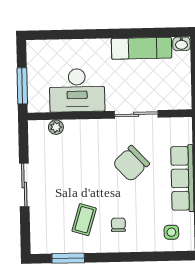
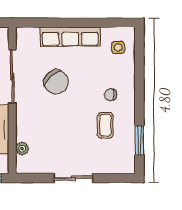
sliding door: (136, 114) -> (12, 77), width x1.37
coffee table: (84, 220) -> (105, 125), turned 73

